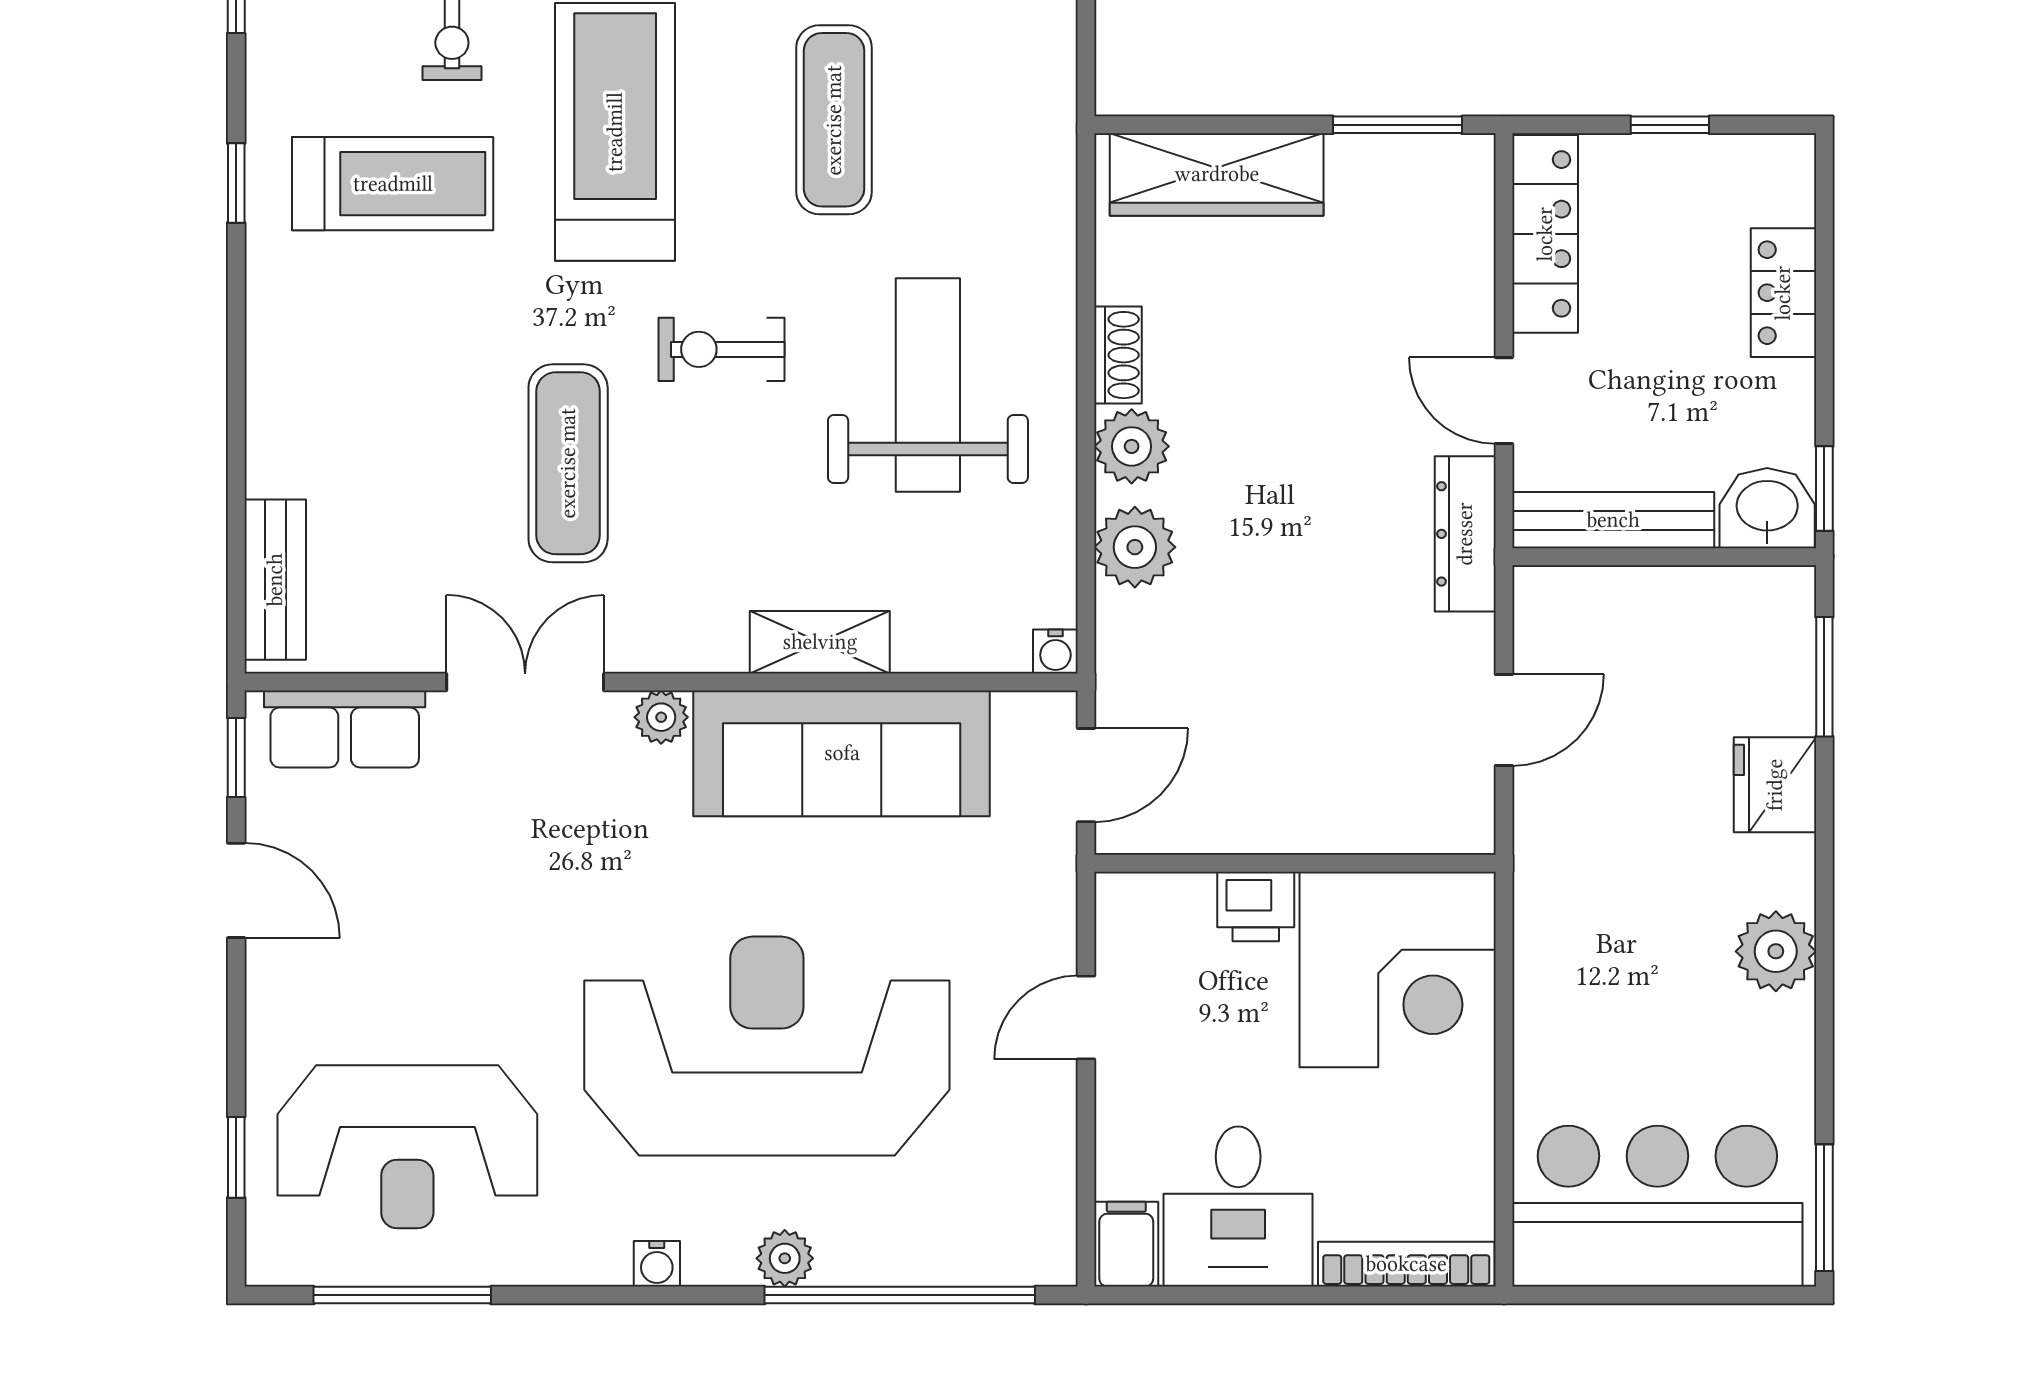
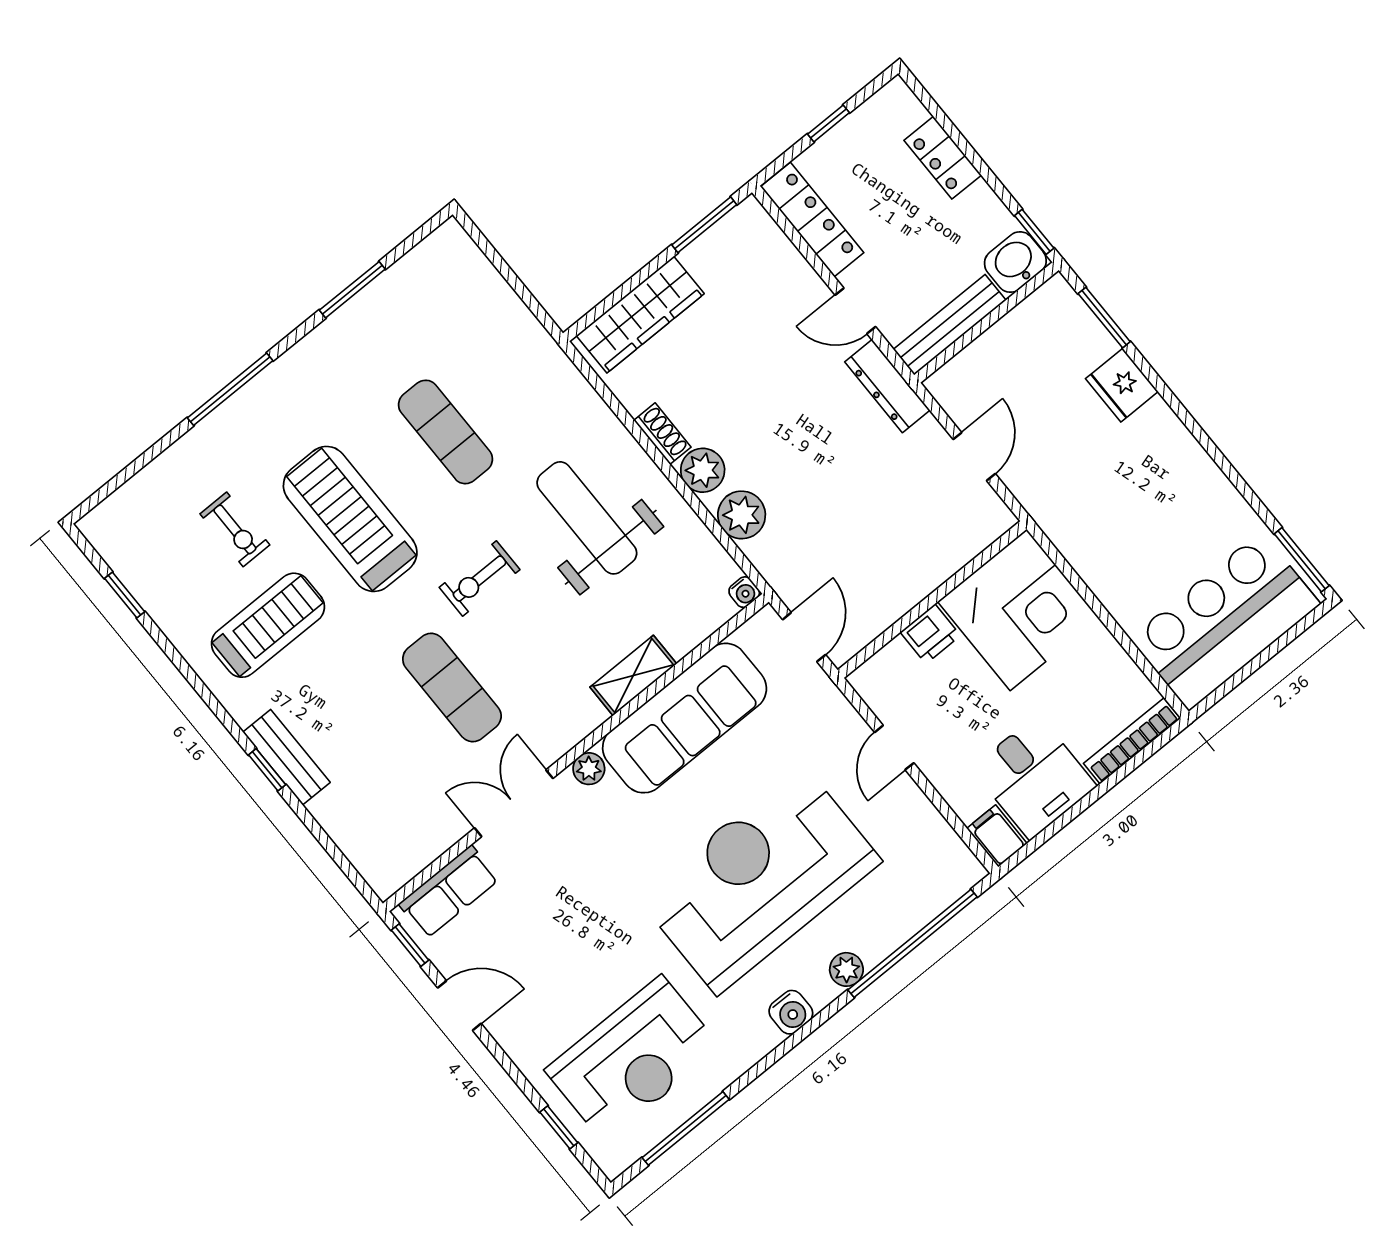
window: (236, 183) -> (267, 770), moved
bench: (275, 580) -> (286, 757), moved
plant: (1776, 951) -> (1184, 461), removed
water cooler: (657, 1264) -> (791, 1012), width x1.38, depth x1.38

